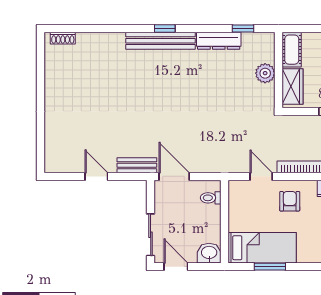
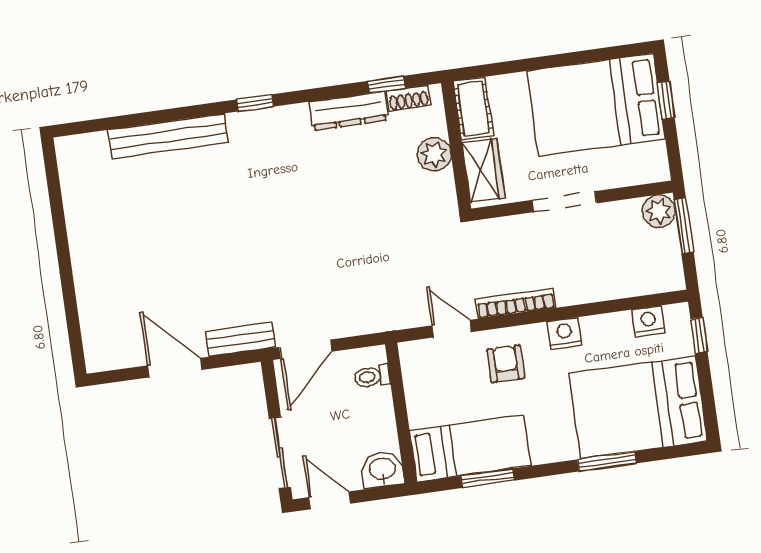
shoe rack: (63, 38) -> (408, 98), moved
bench: (160, 41) -> (168, 136), moved
door: (96, 176) -> (175, 368), width x1.38
door: (174, 176) -> (306, 349), swing flipped

